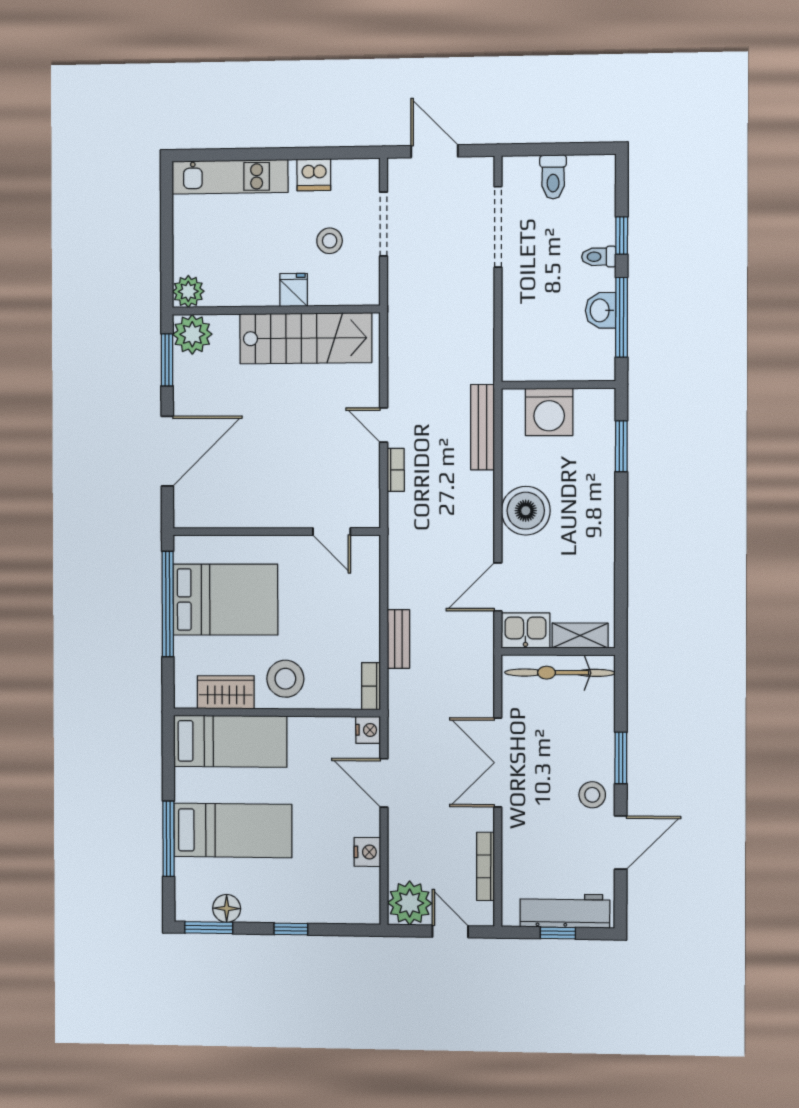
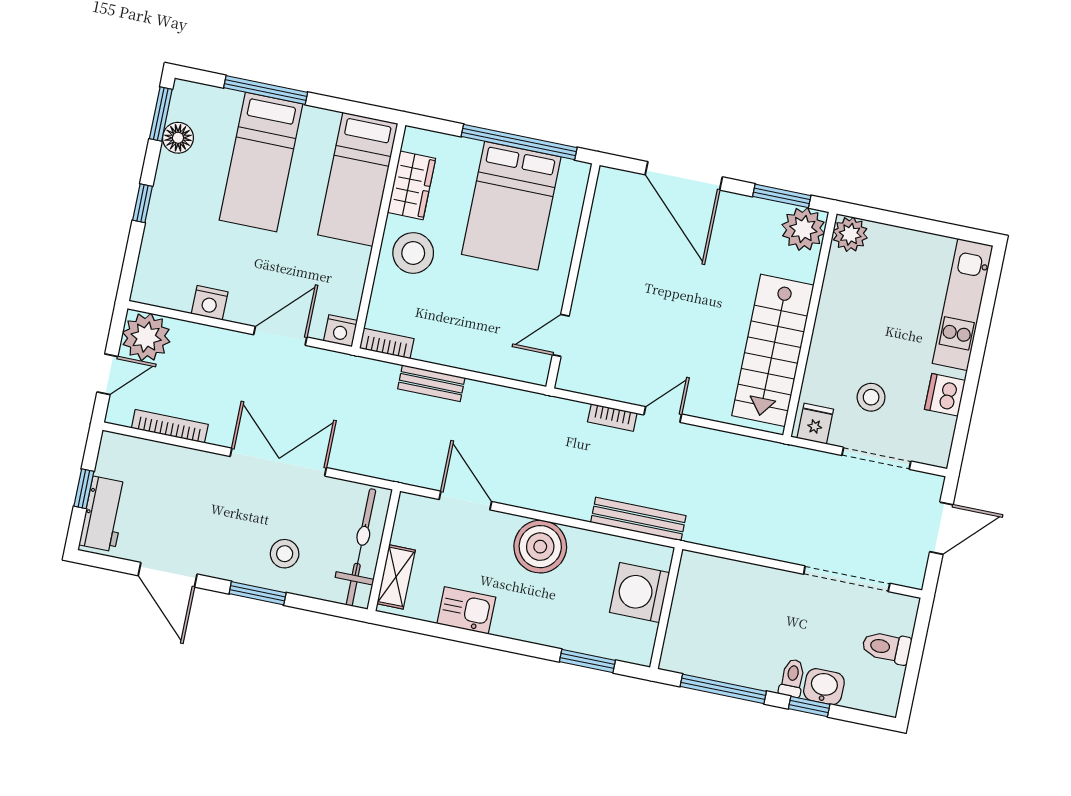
fridge: (294, 290) -> (815, 424), moved, turned -90
washbasin: (601, 310) -> (824, 687), moved
kitchen sink: (525, 630) -> (466, 610), moved, turned -90
stool: (592, 795) -> (285, 554), moved
workbench: (565, 911) -> (104, 514), width x0.73

